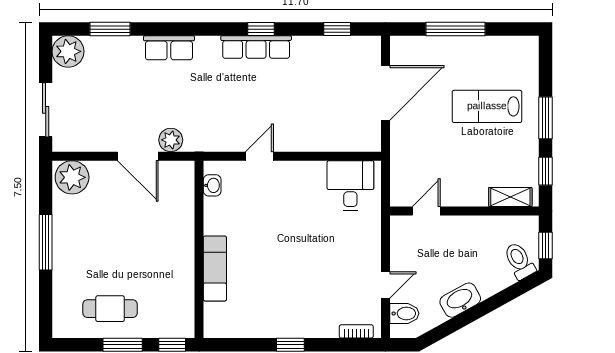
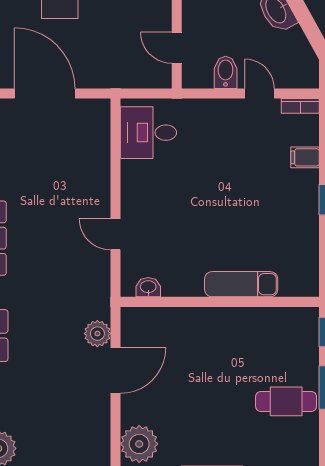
cafe table: (110, 309) -> (286, 401), turned 90
bidet: (404, 313) -> (226, 72), moved
filing cabinet: (328, 326) -> (305, 157), added
bookcase: (356, 331) -> (300, 106), moved, turned -90

